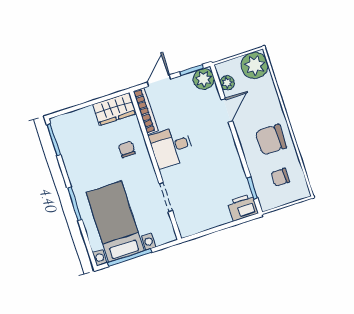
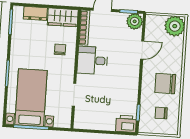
plant: (227, 83) -> (150, 31), removed
dresser: (79, 118) -> (35, 13), added

